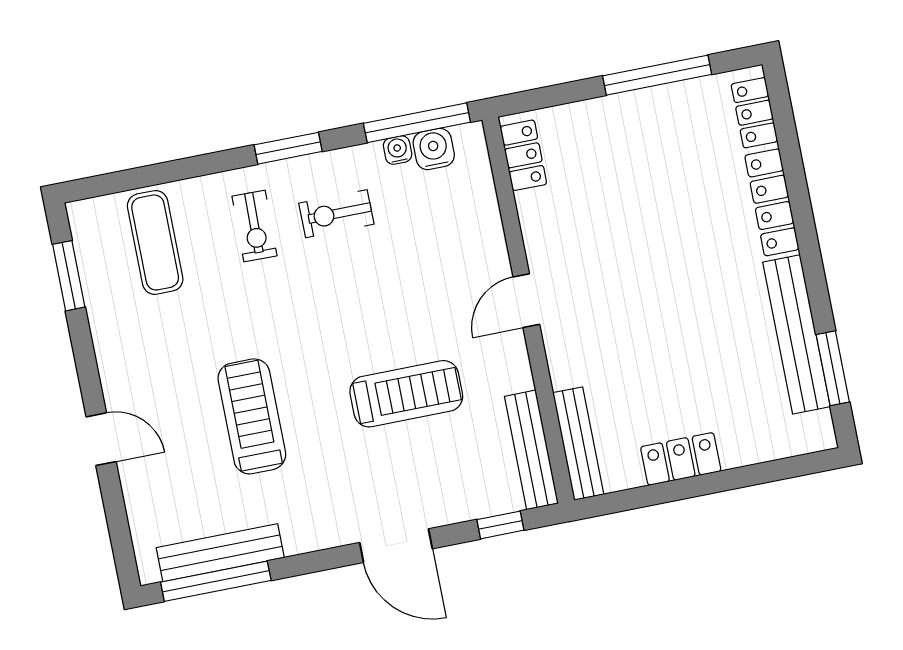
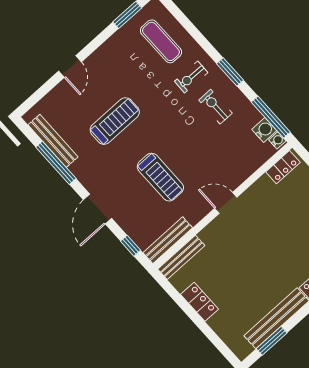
water cooler: (398, 150) -> (277, 140), moved
exercise mat: (155, 242) -> (161, 41), turned 90
window: (216, 581) -> (56, 163), moved

